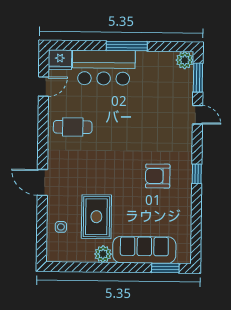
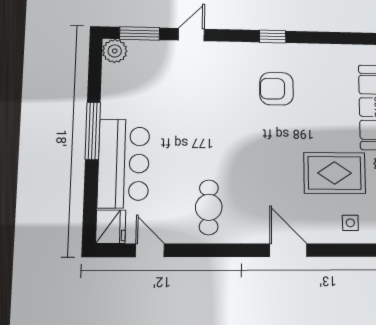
armchair: (158, 176) -> (276, 89), turned 90
door: (42, 182) -> (288, 250), swing flipped

